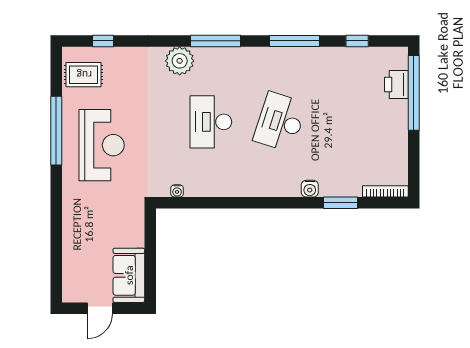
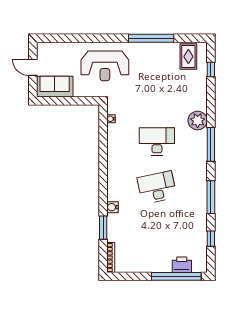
desk: (280, 122) -> (157, 187), turned -30
reception desk: (102, 145) -> (105, 66), moved

